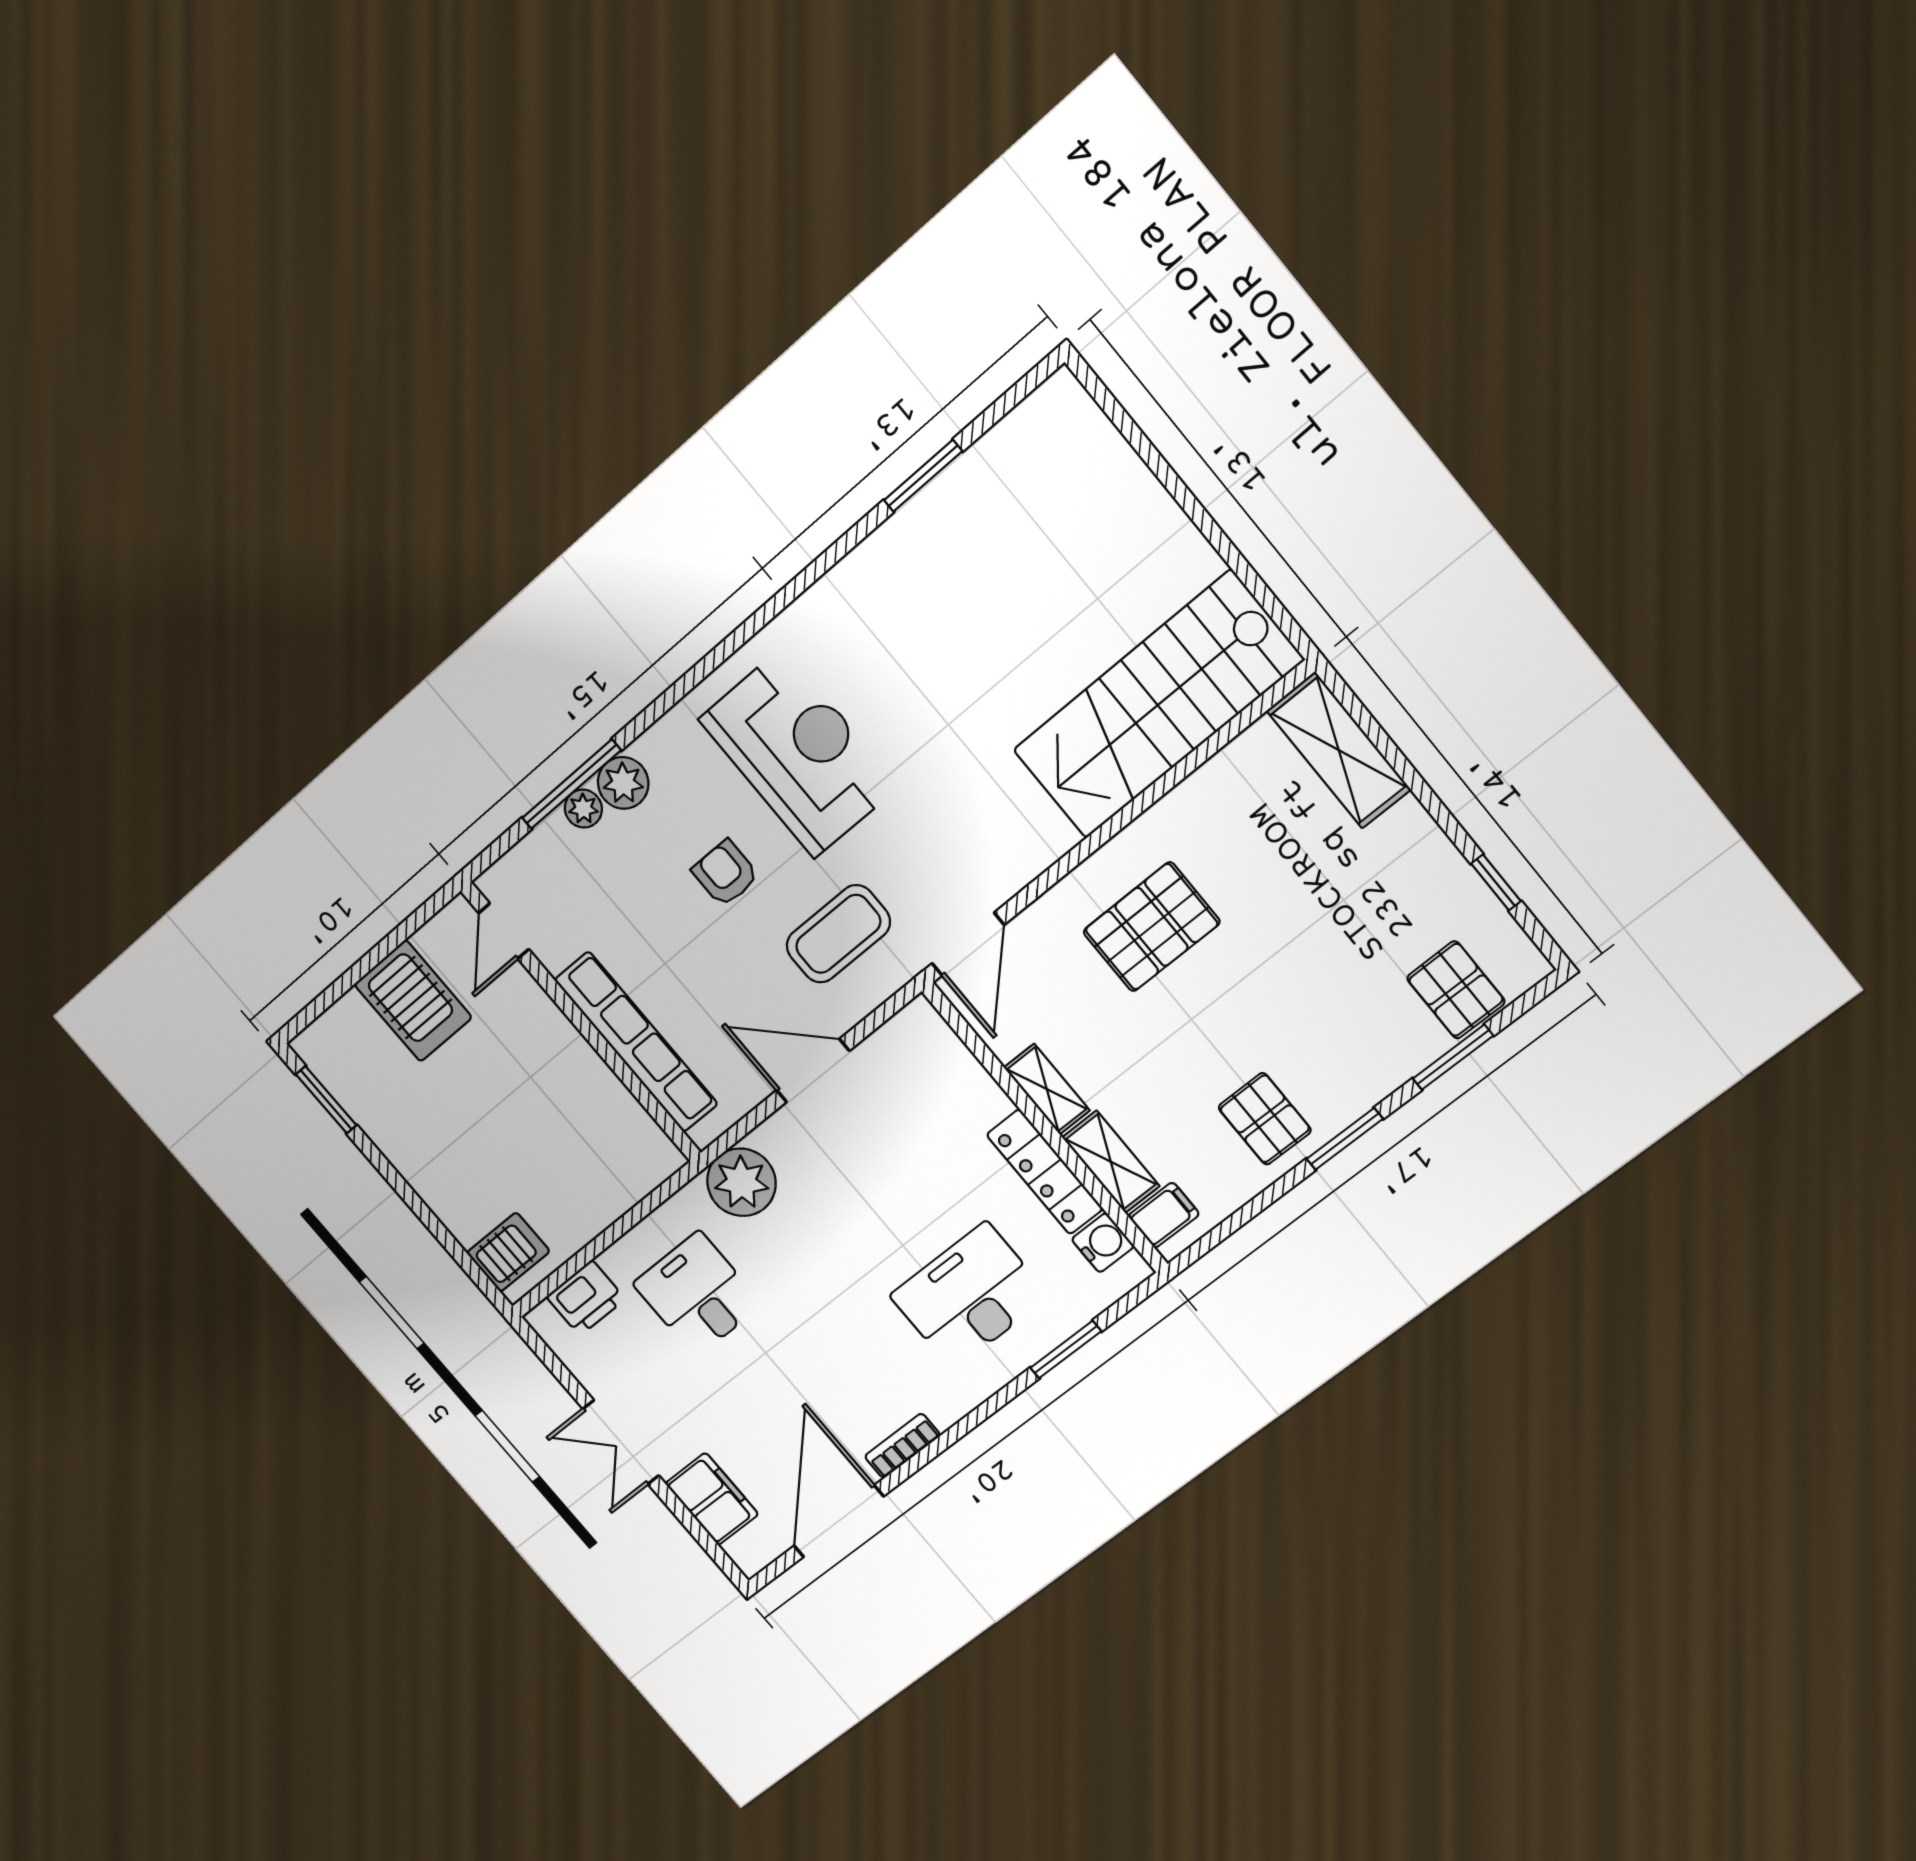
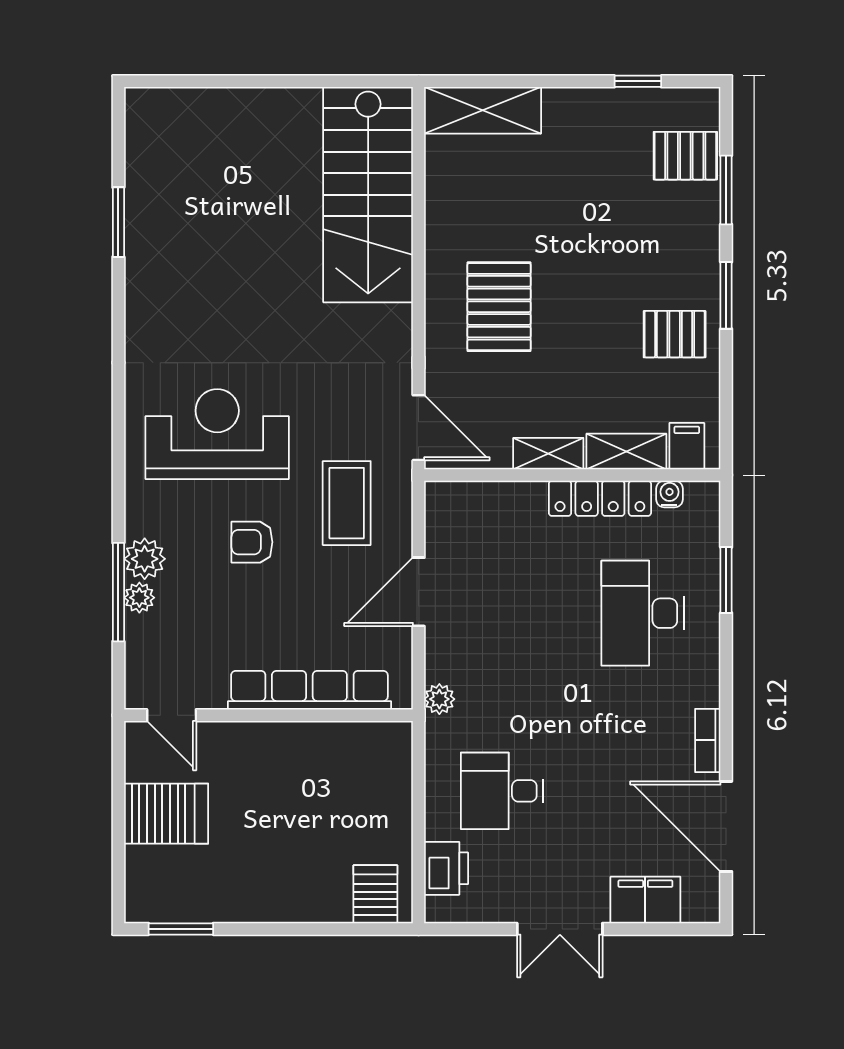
plant: (741, 1182) -> (439, 699), width x0.53, depth x0.53
water cooler: (1103, 1243) -> (669, 494), width x0.72, depth x0.72

